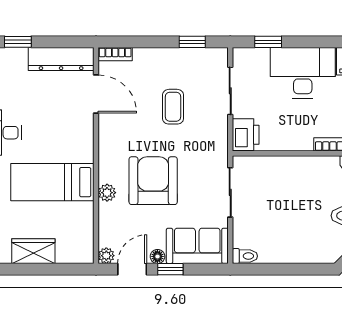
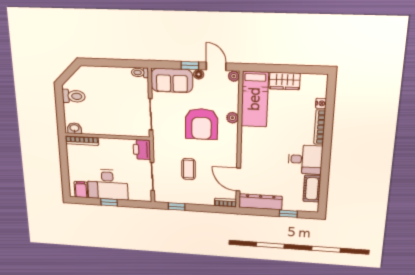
window: (268, 42) -> (109, 202), moved
bed: (52, 182) -> (255, 99), moved, turned 90
door: (132, 269) -> (216, 66), swing flipped

